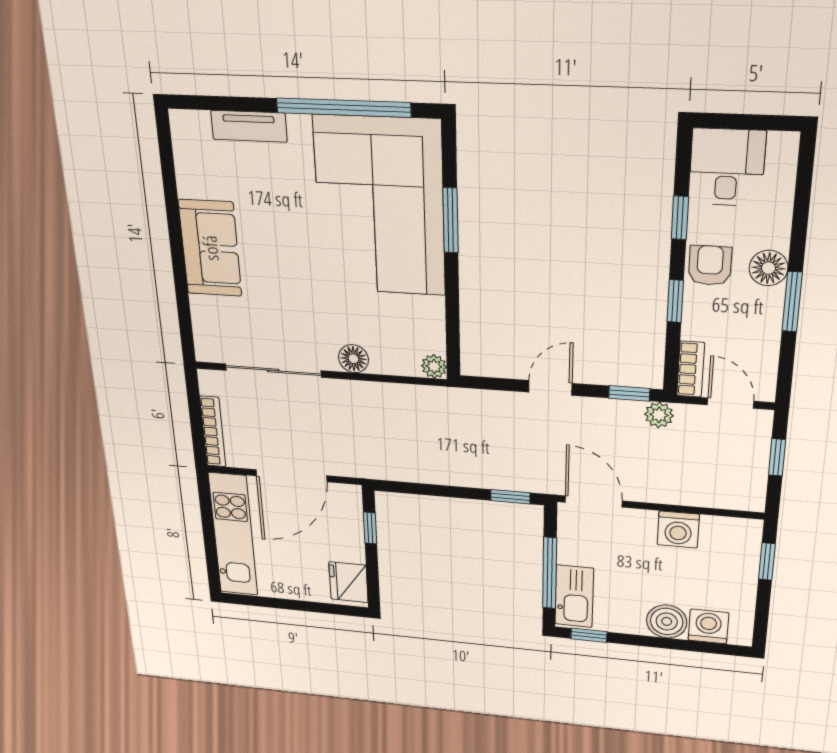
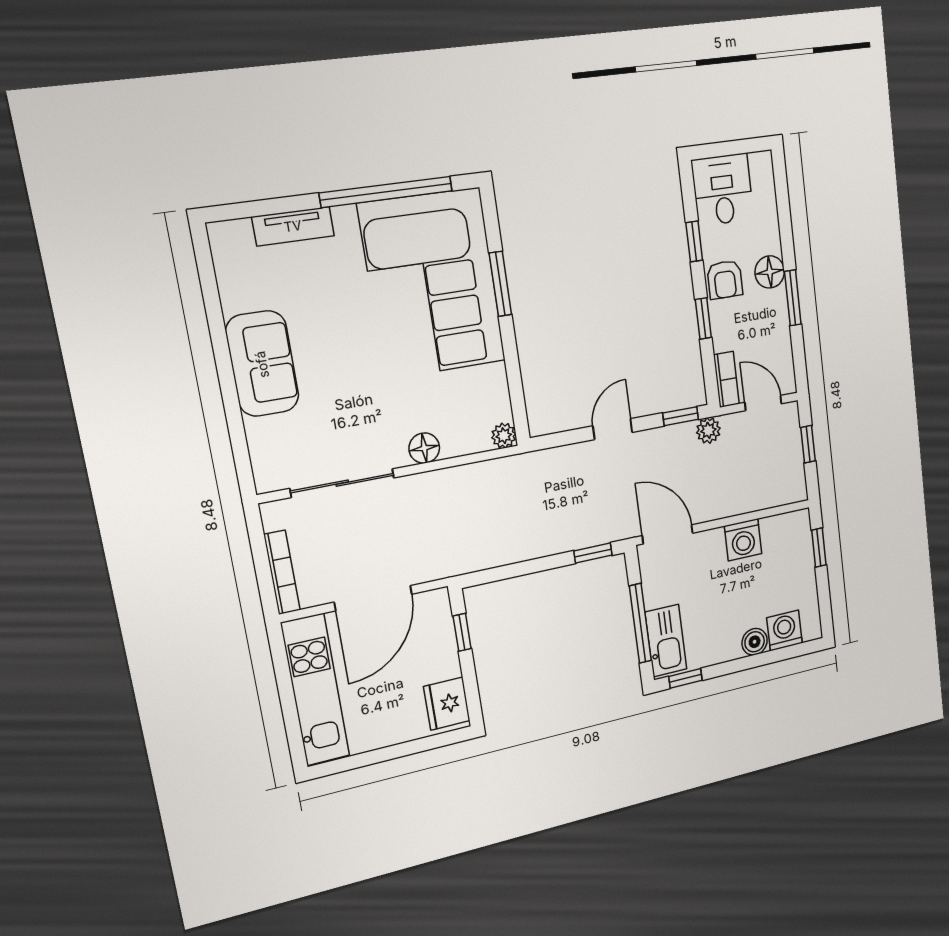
armchair: (710, 265) -> (725, 280), turned 180
boiler: (667, 621) -> (755, 642), width x0.73, depth x0.73

